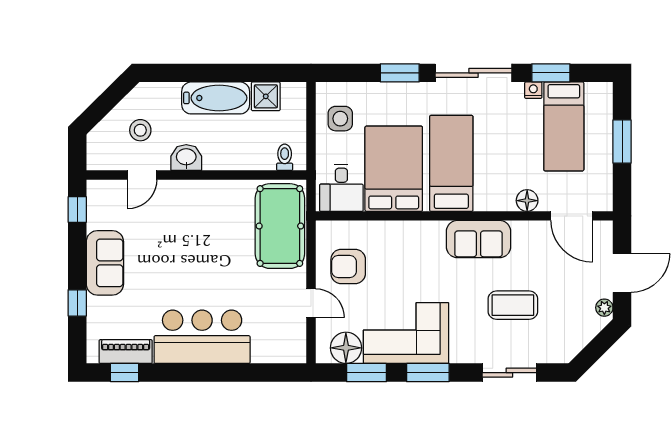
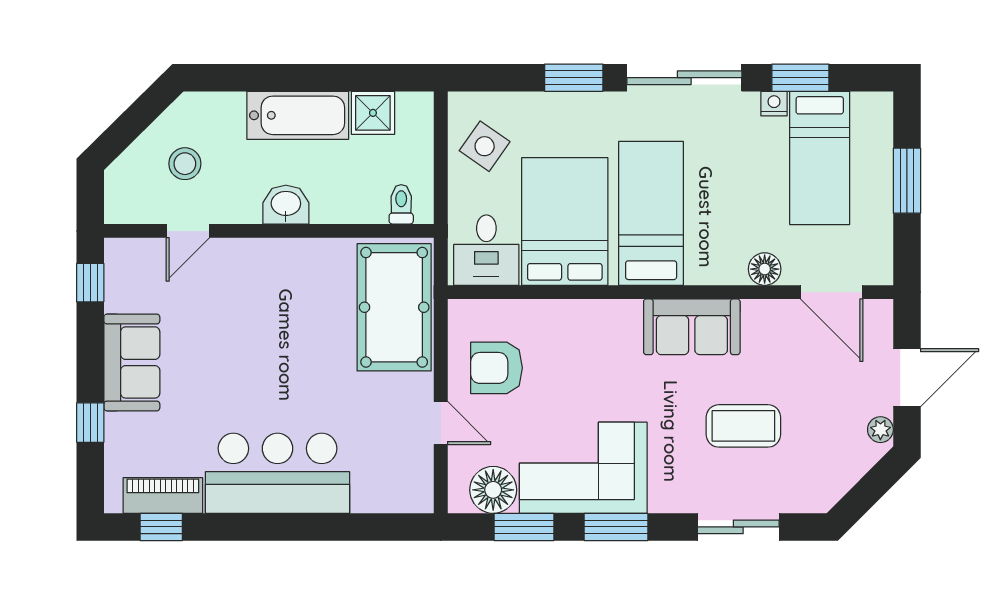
side table: (340, 119) -> (485, 146), turned 35
washbasin: (186, 158) -> (286, 205), moved

